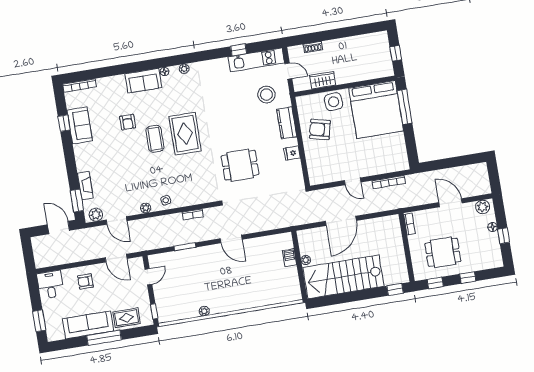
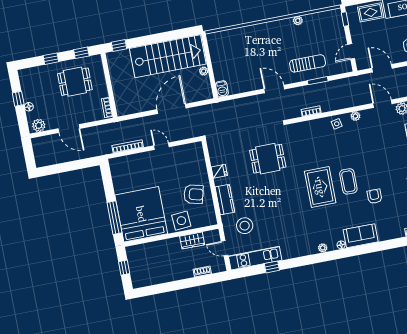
barbecue: (290, 258) -> (222, 89), moved
sun lounger: (195, 265) -> (308, 63), added

